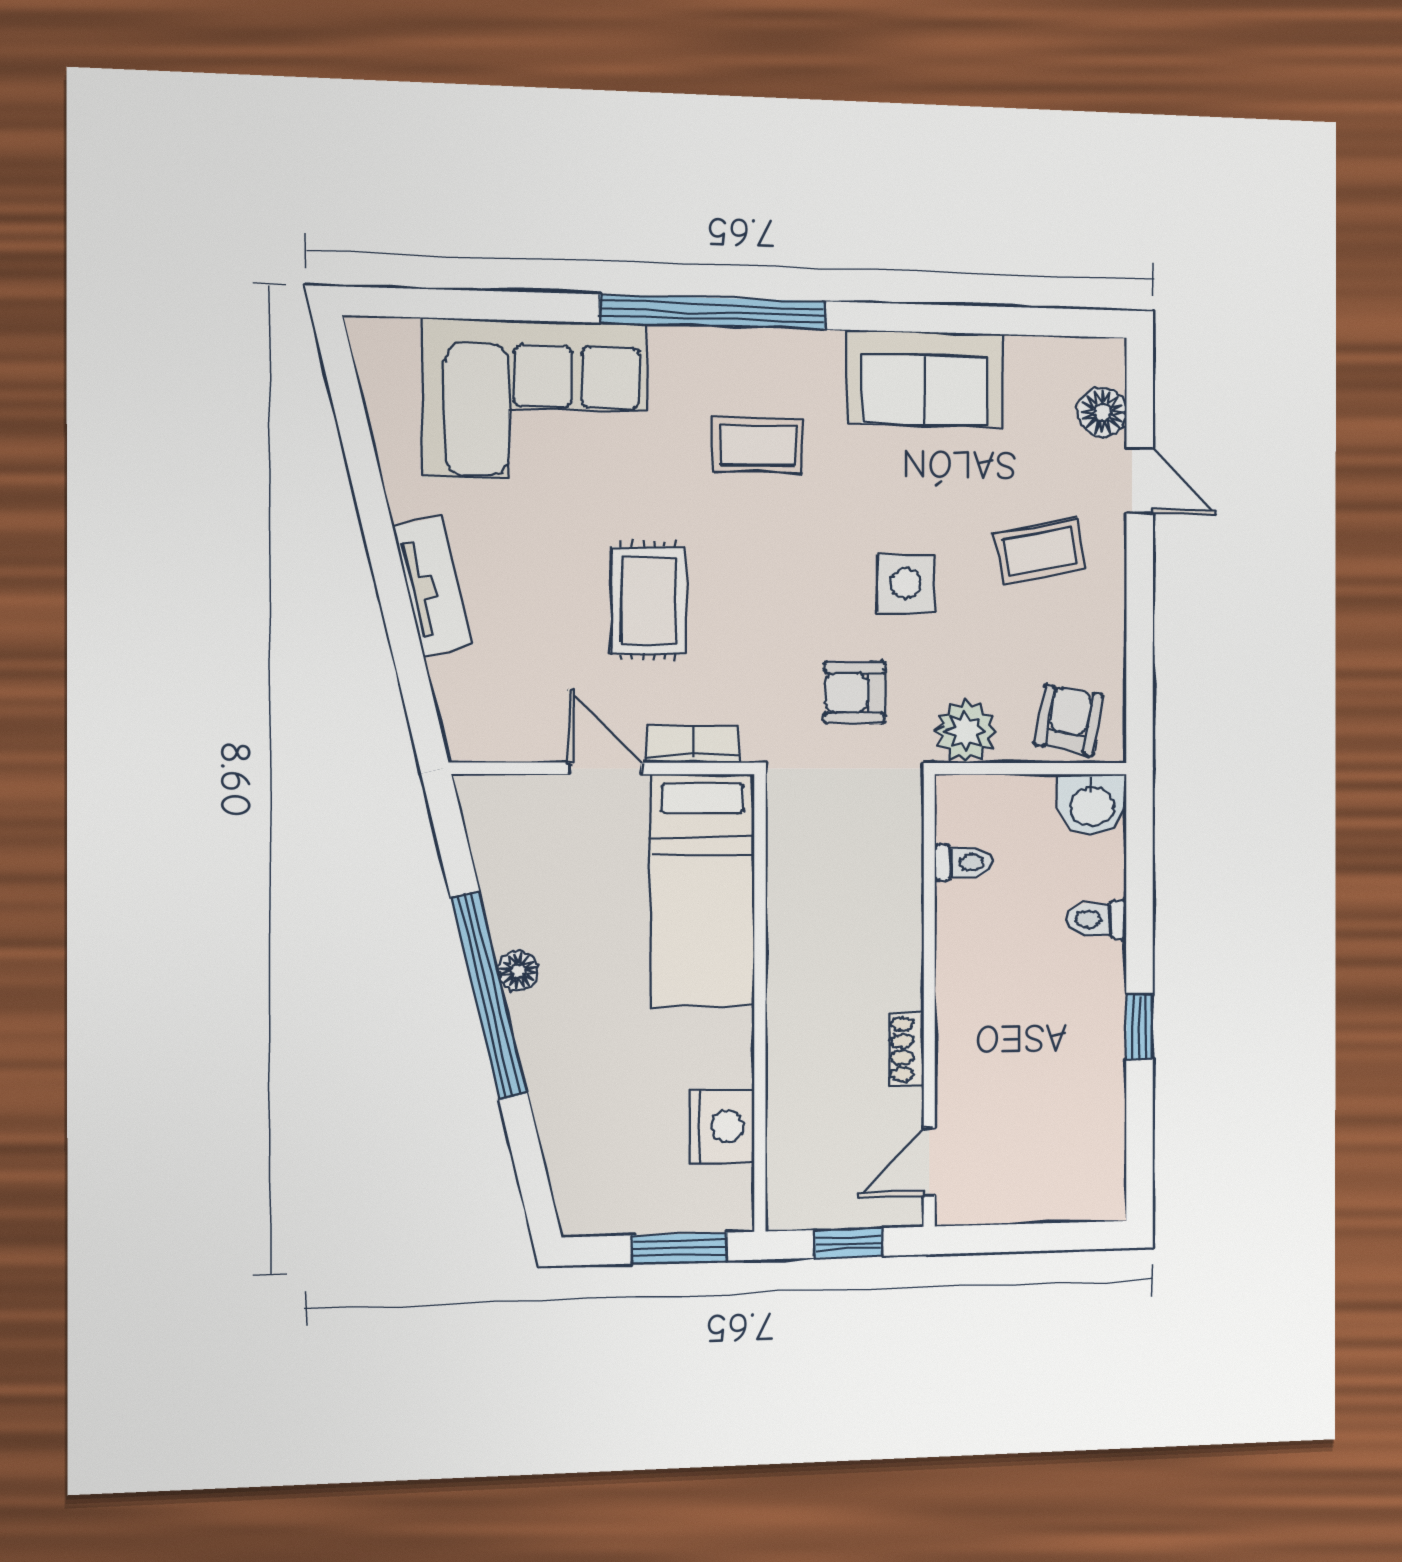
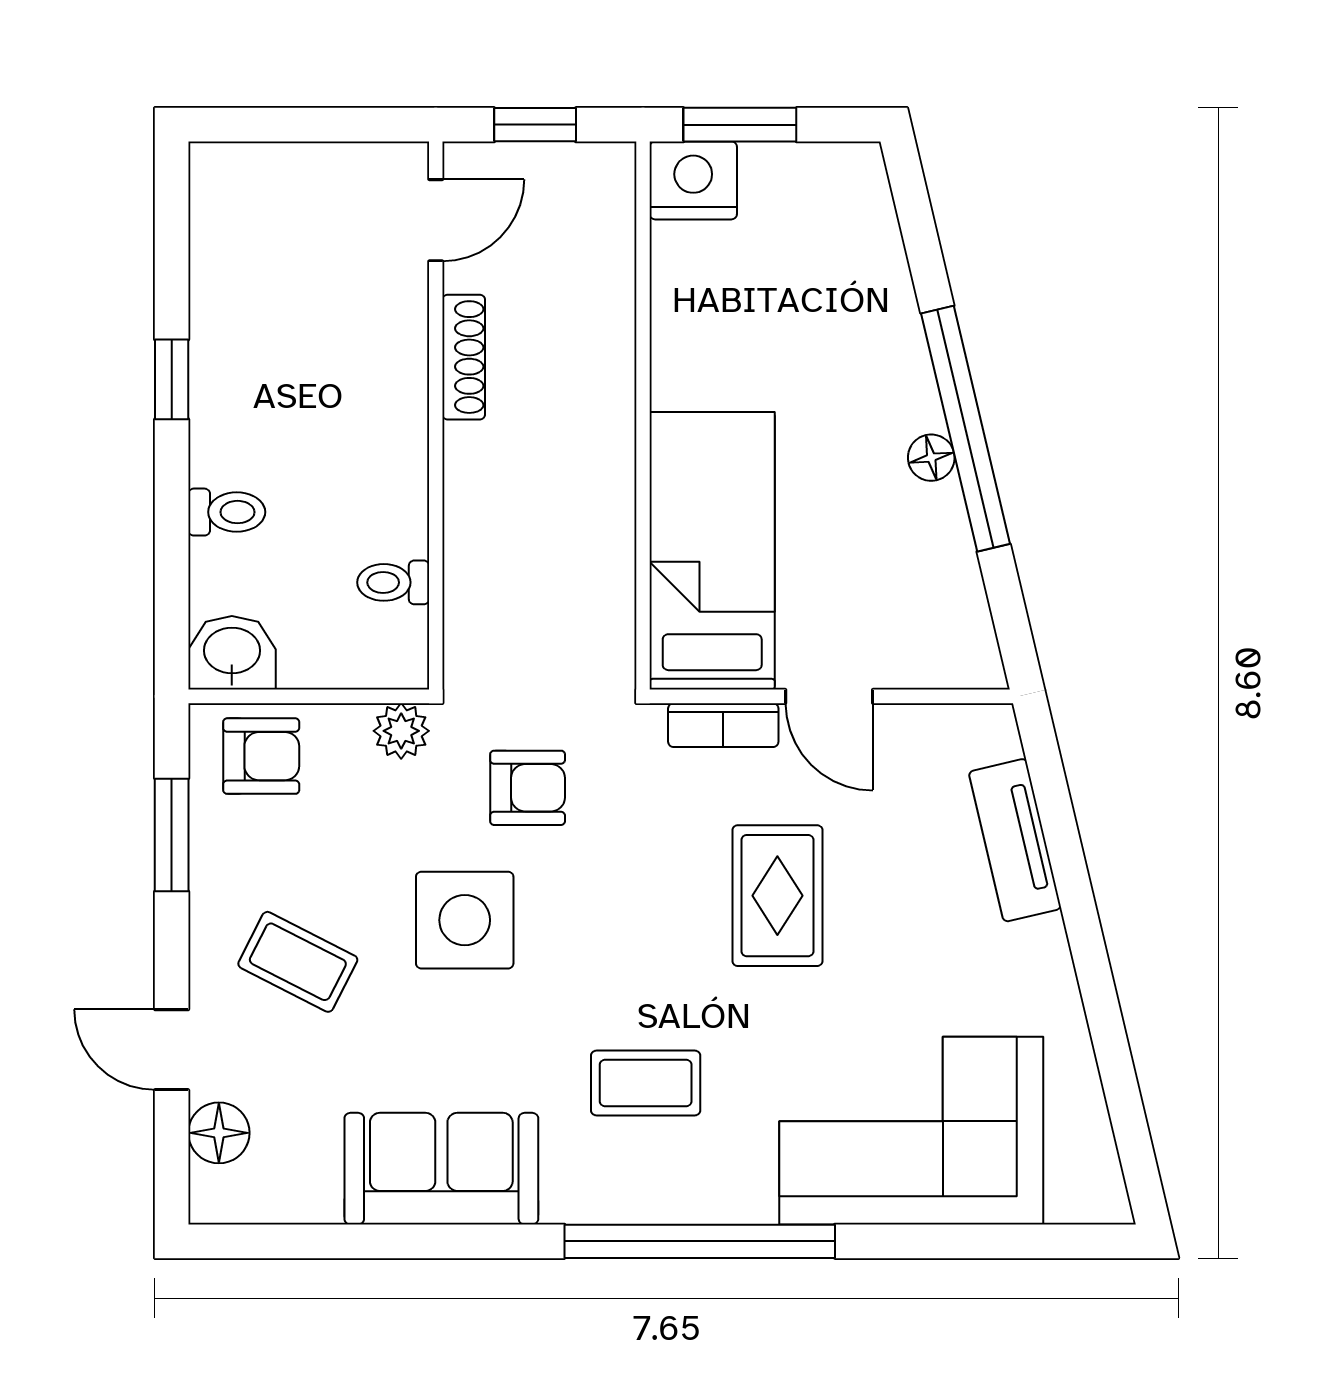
coffee table: (1040, 551) -> (298, 962), turned 38
side table: (906, 583) -> (465, 920), width x1.37, depth x1.37
tv unit: (432, 586) -> (1015, 840), moved
window: (1140, 656) -> (172, 835), added
armchair: (1069, 720) -> (261, 756), turned -100
plant: (965, 731) -> (401, 731), width x0.73, depth x0.73
shoe rack: (907, 1049) -> (464, 357), width x1.43
nightstand: (722, 1126) -> (693, 180), moved, turned 90

